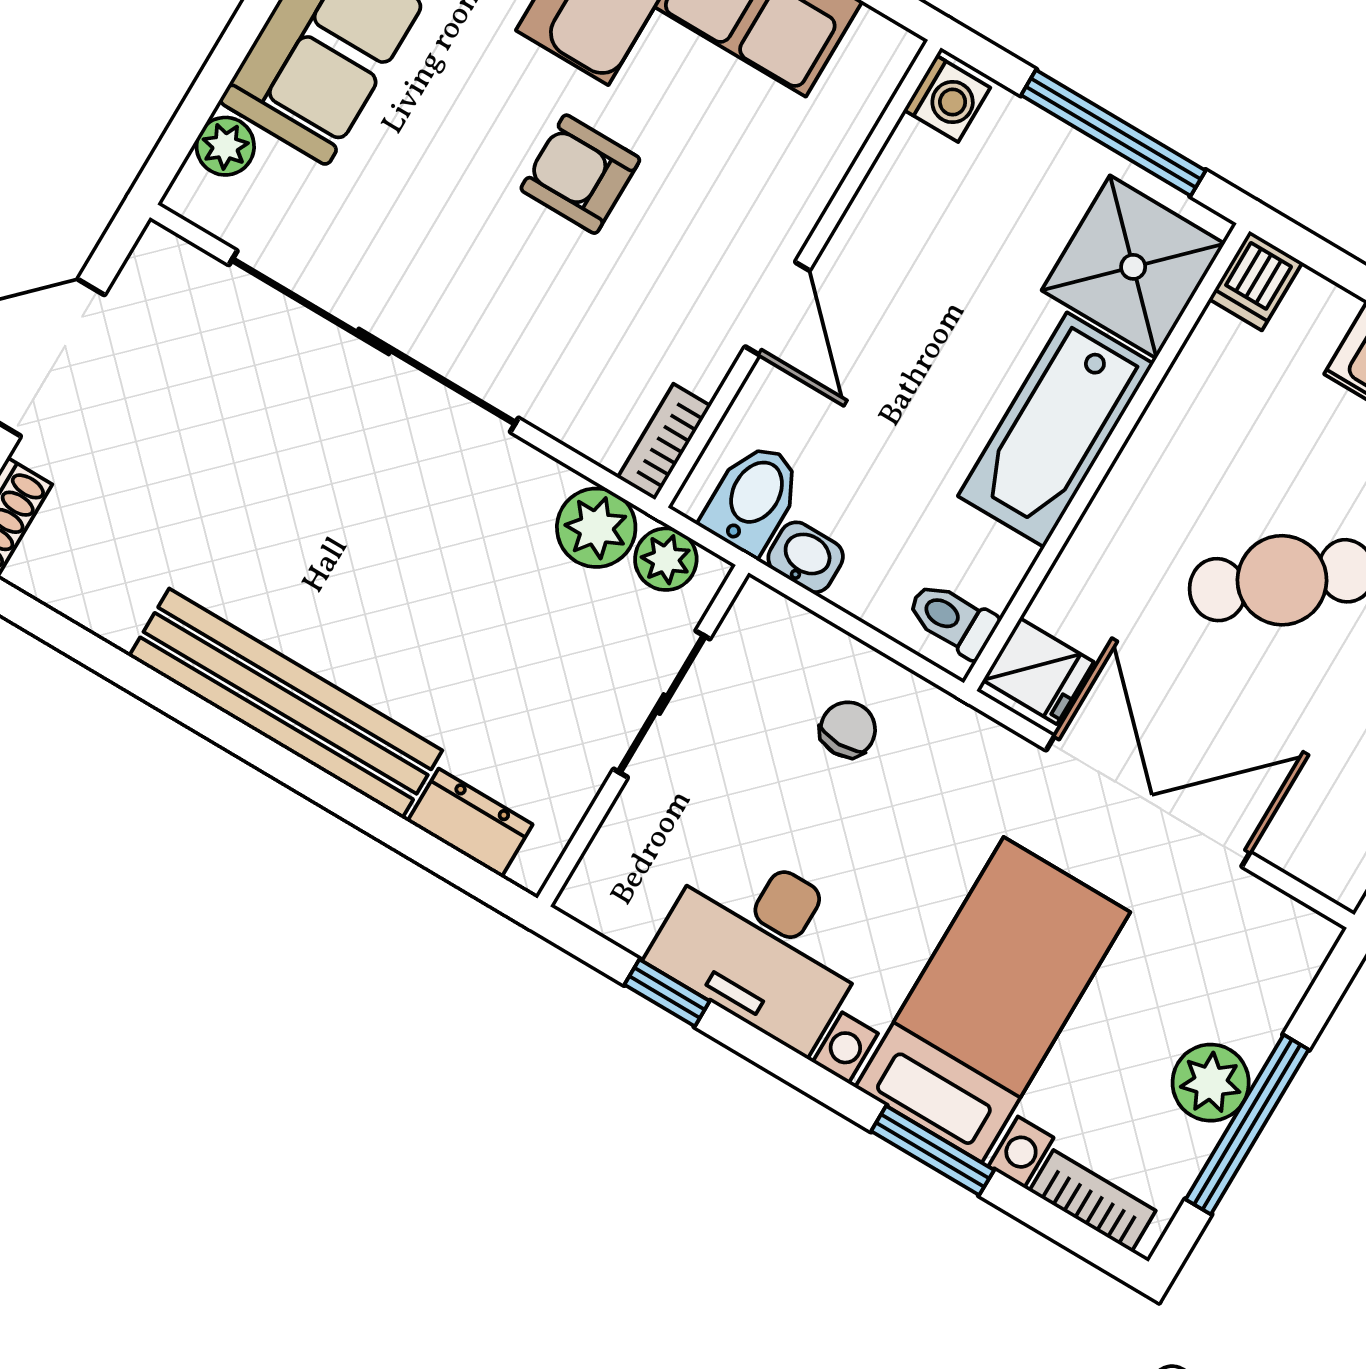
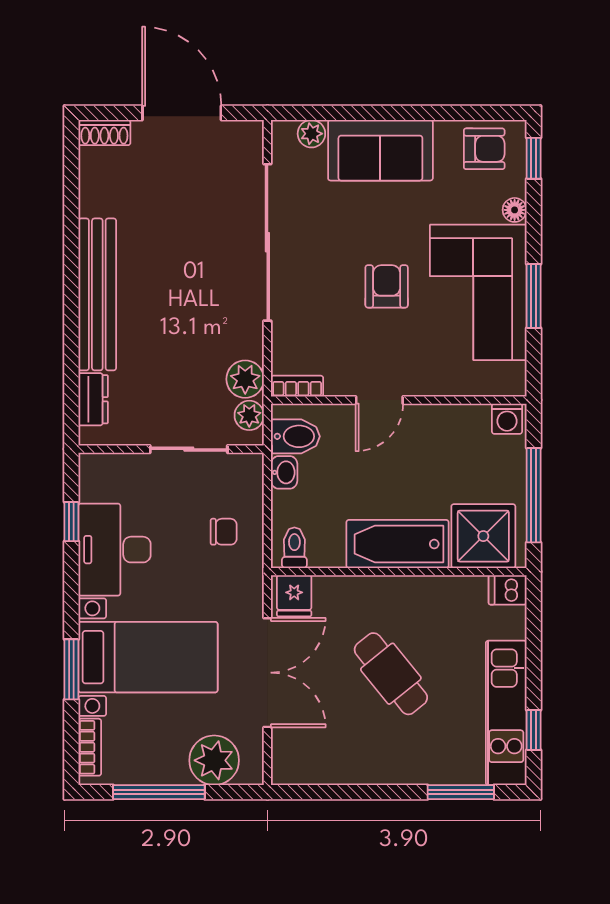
plant: (1211, 1083) -> (214, 760), moved, width x1.36, depth x1.36

